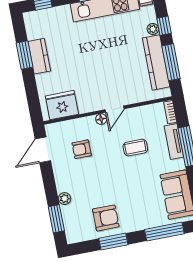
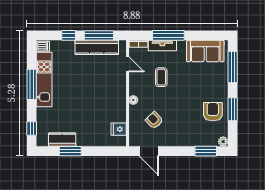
plant: (153, 29) -> (69, 45), removed
kitchen counter: (39, 56) -> (62, 140), moved
fridge: (62, 105) -> (119, 129), width x0.53, depth x0.75
door: (115, 109) -> (127, 64), moved
armchair: (82, 149) -> (154, 120), turned 136
plant: (65, 199) -> (223, 142), moved

